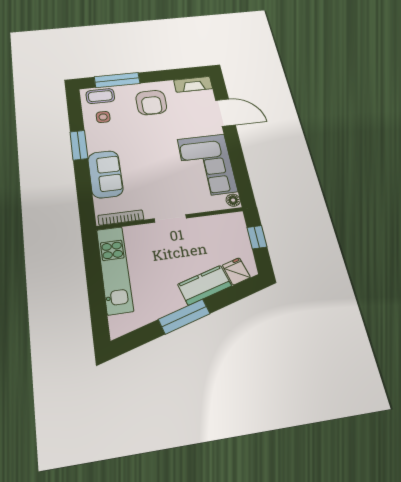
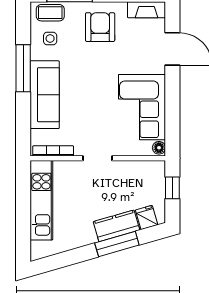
armchair: (151, 102) -> (100, 27), turned 180
window: (79, 145) -> (23, 68), width x1.44
sofa: (105, 174) -> (45, 95), width x1.36
window: (184, 316) -> (117, 244), moved

